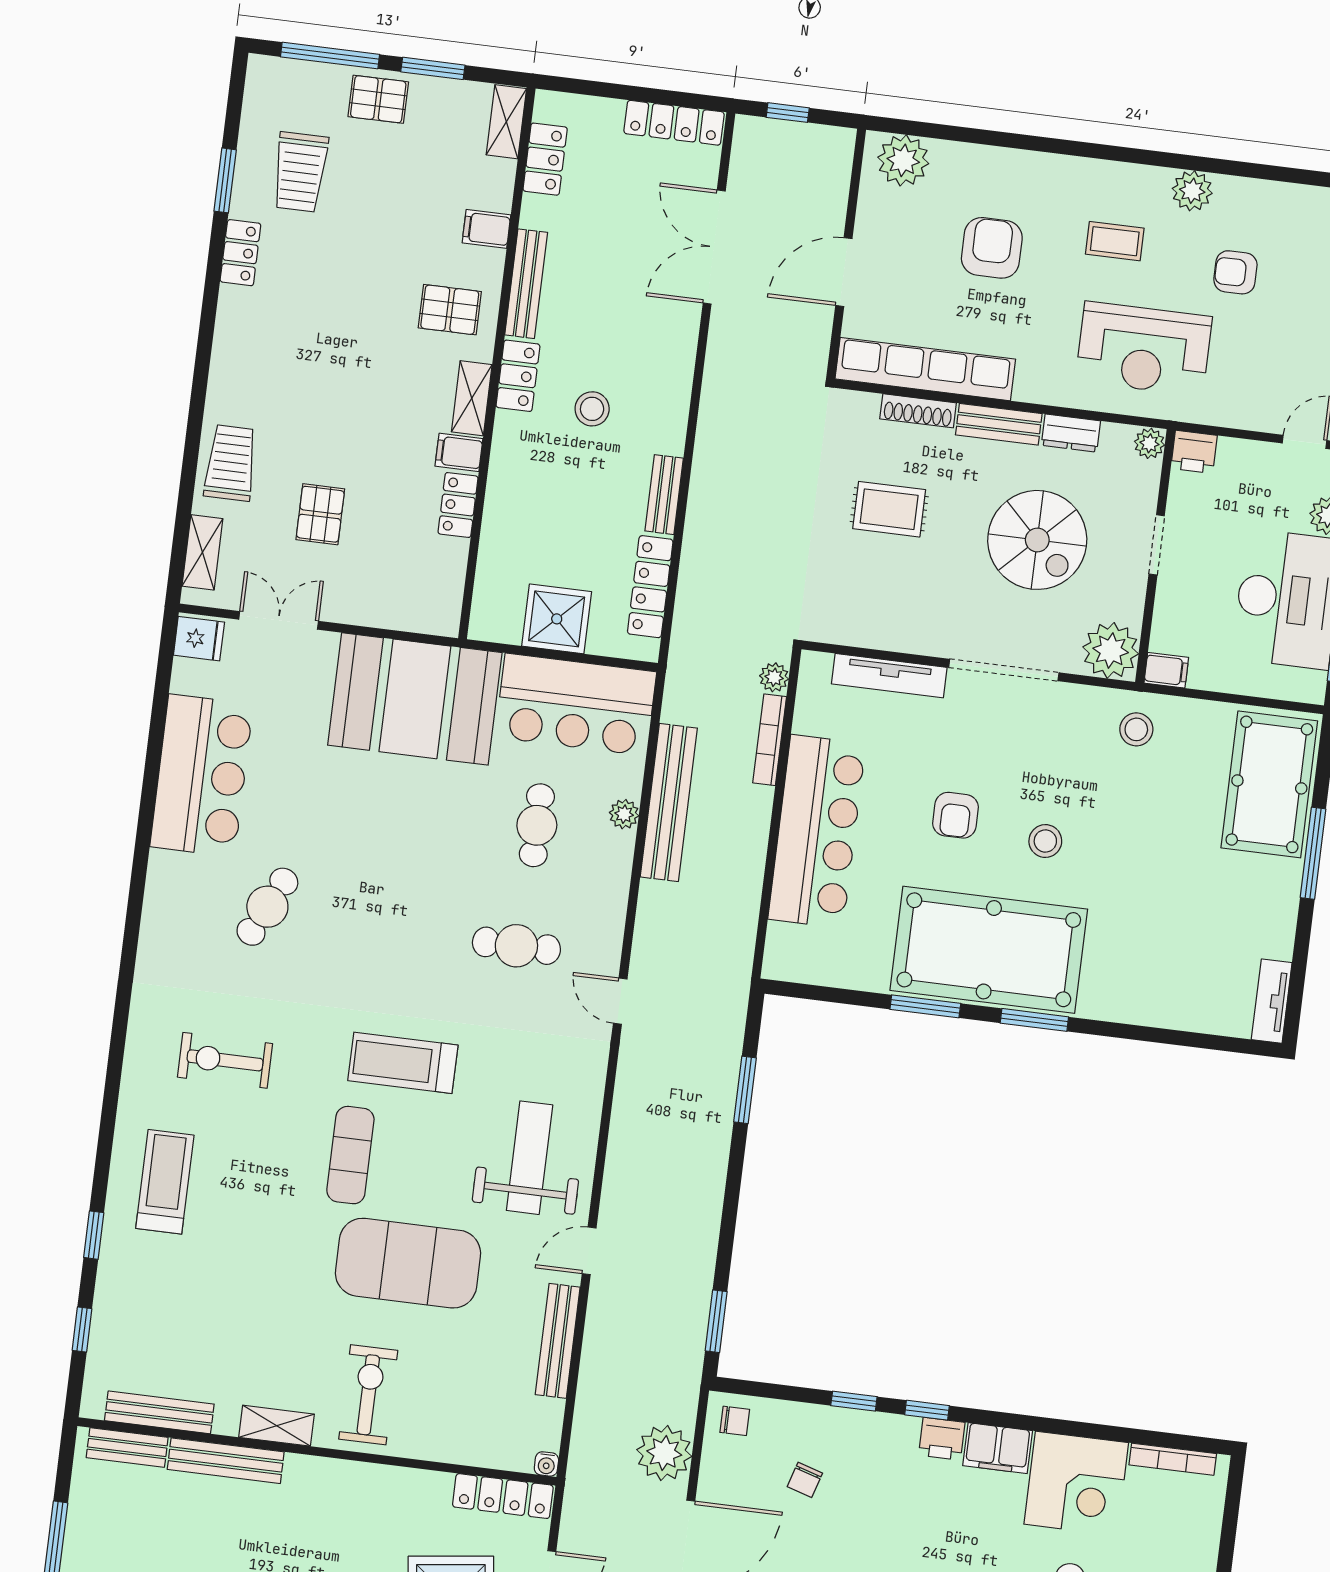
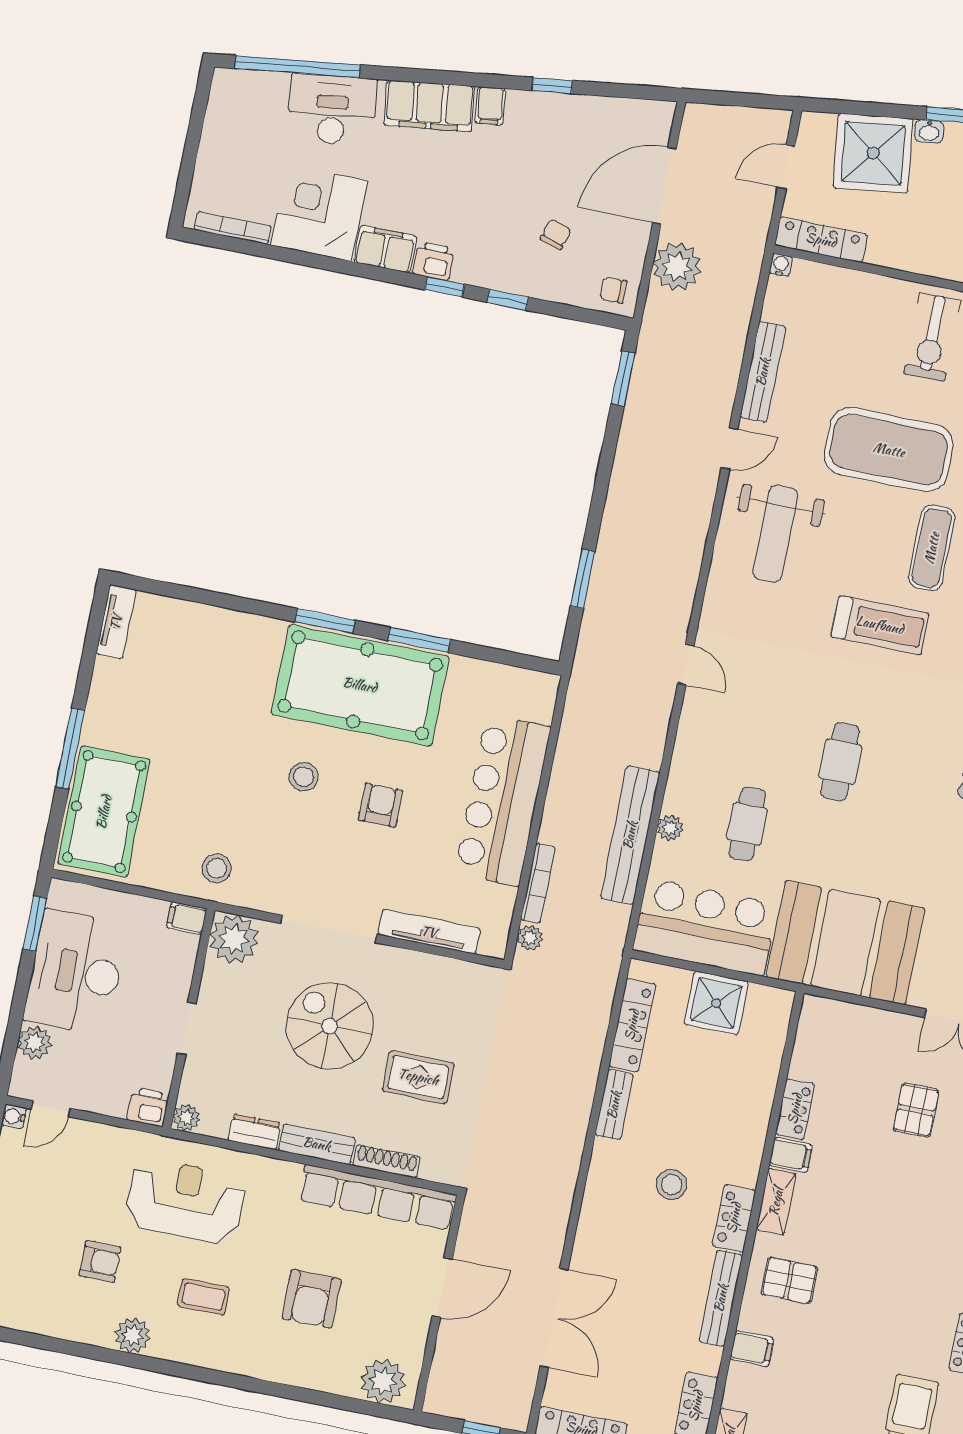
spiral stairs: (1037, 540) -> (330, 1026), moved
cafe table: (516, 946) -> (840, 762), moved, turned 90

